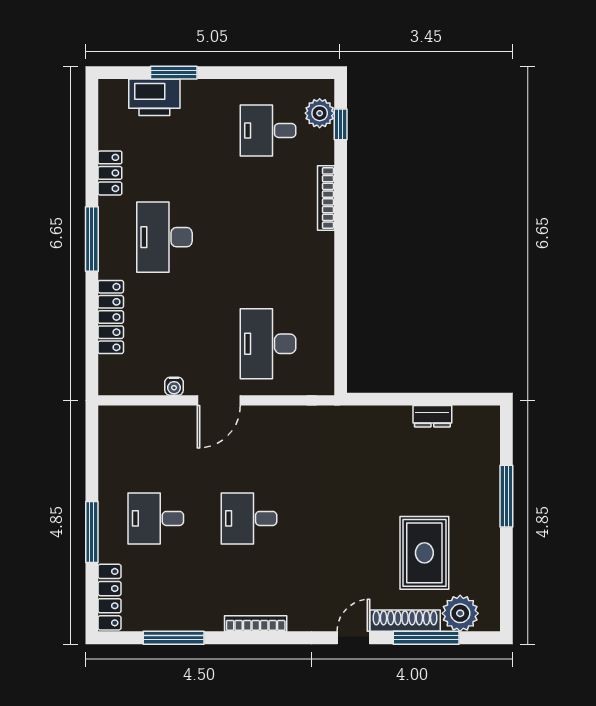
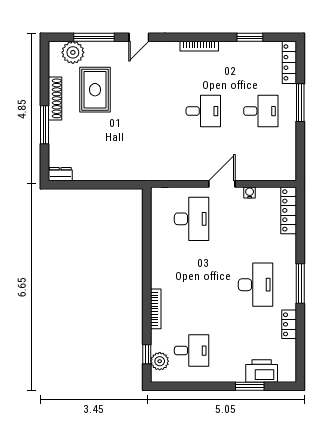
locker: (111, 317) -> (289, 210), moved
dresser: (432, 416) -> (60, 174), moved
shoe rack: (405, 621) -> (55, 98), moved, turned -90
window: (174, 638) -> (250, 37), width x0.69

